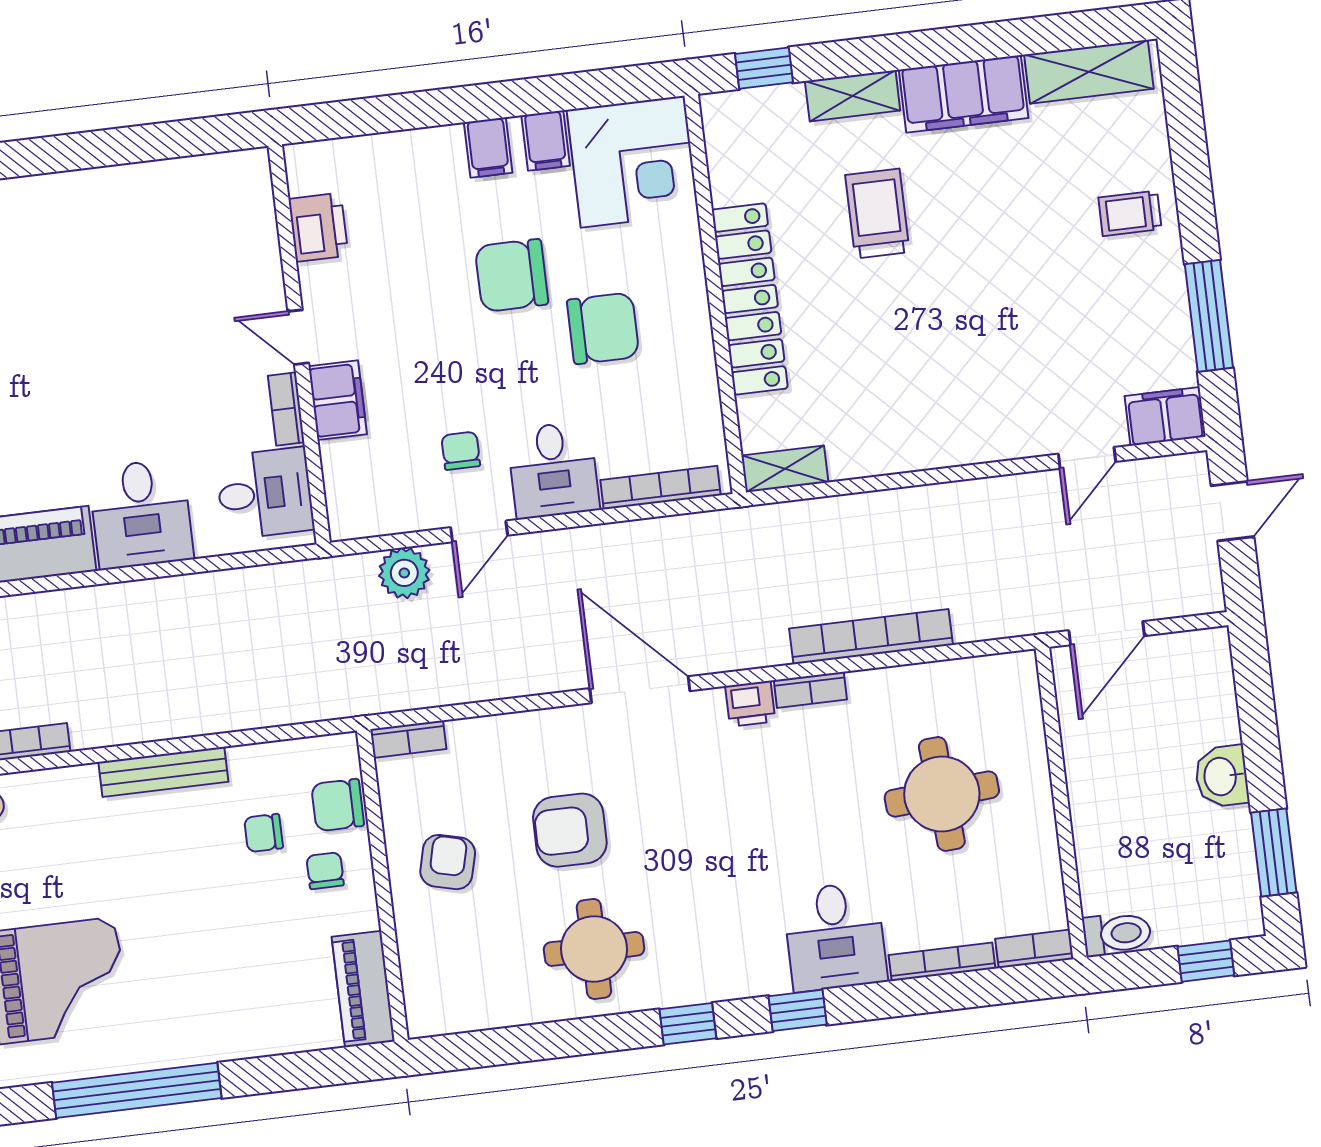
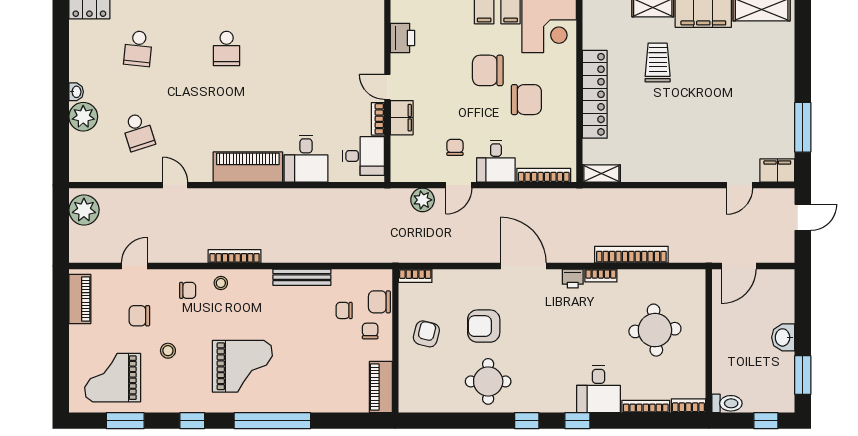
trolley: (1130, 213) -> (772, 76), removed

